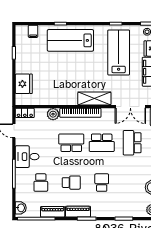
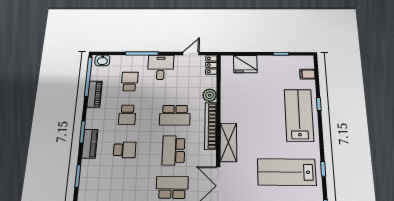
lab bench: (119, 52) -> (287, 172), turned 180
school desk: (71, 143) -> (175, 115), turned 90
school desk: (41, 183) -> (130, 82), turned 90
piano: (78, 212) -> (90, 144), moved

